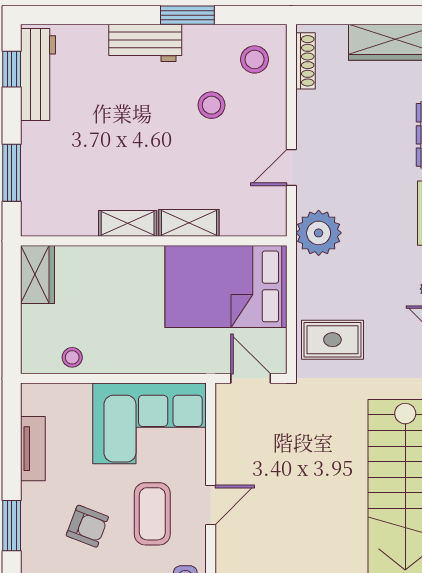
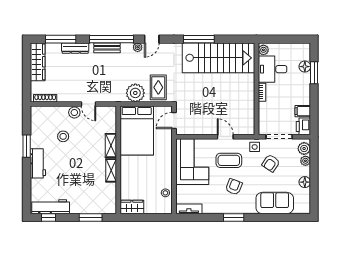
stool: (255, 59) -> (74, 113), moved
plant: (319, 233) -> (135, 93), moved
tv unit: (33, 449) -> (189, 209), moved

